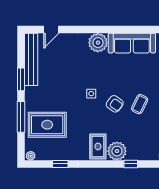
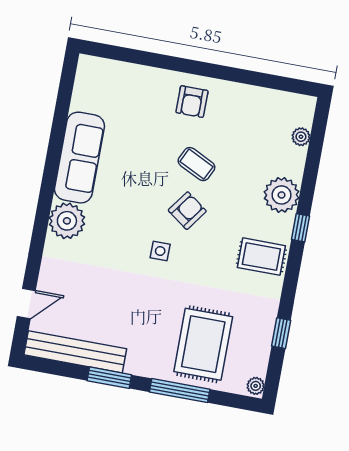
door: (51, 29) -> (26, 303), hinge flipped
plant: (117, 151) -> (282, 195), moved
window: (131, 164) -> (301, 228), moved

